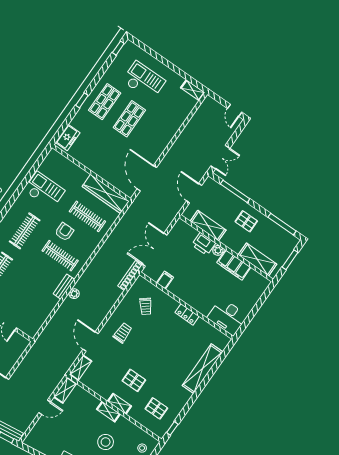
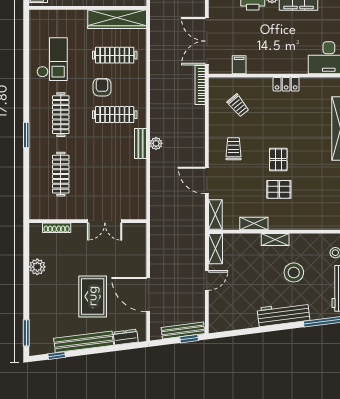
checkout: (44, 190) -> (52, 59), turned 90
shelving: (119, 404) -> (254, 223), moved
pallet: (156, 408) -> (278, 159), moved, turned 90

